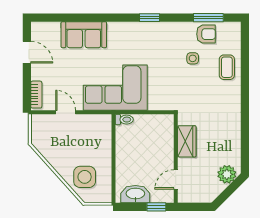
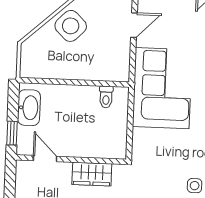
toilet: (124, 120) -> (106, 97), moved
side table: (85, 177) -> (71, 26), moved, turned 45

